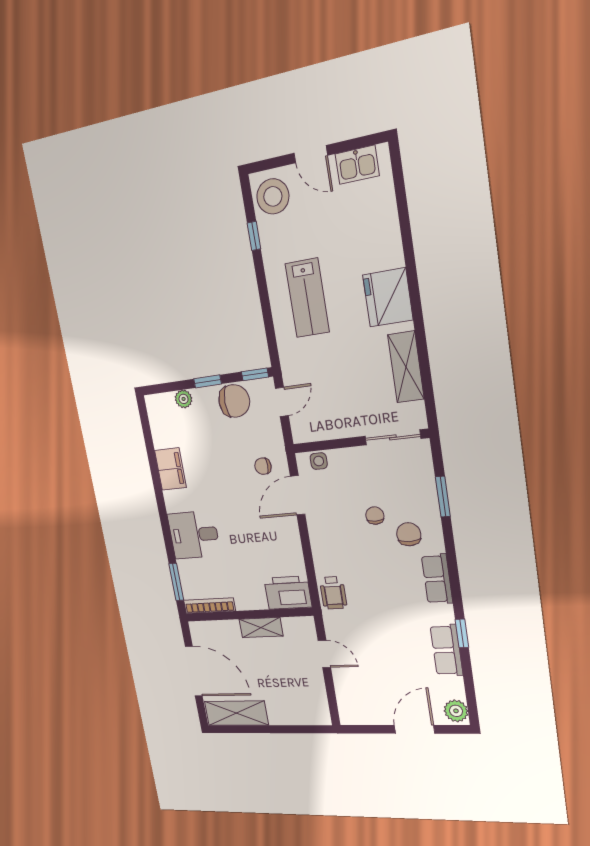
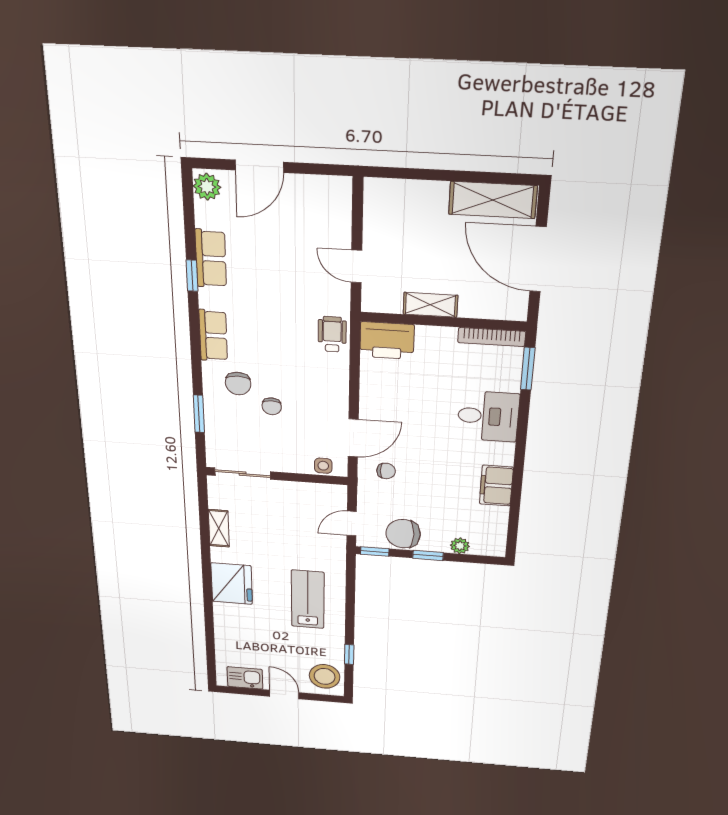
shelving: (406, 367) -> (219, 528), width x0.67, depth x0.75

